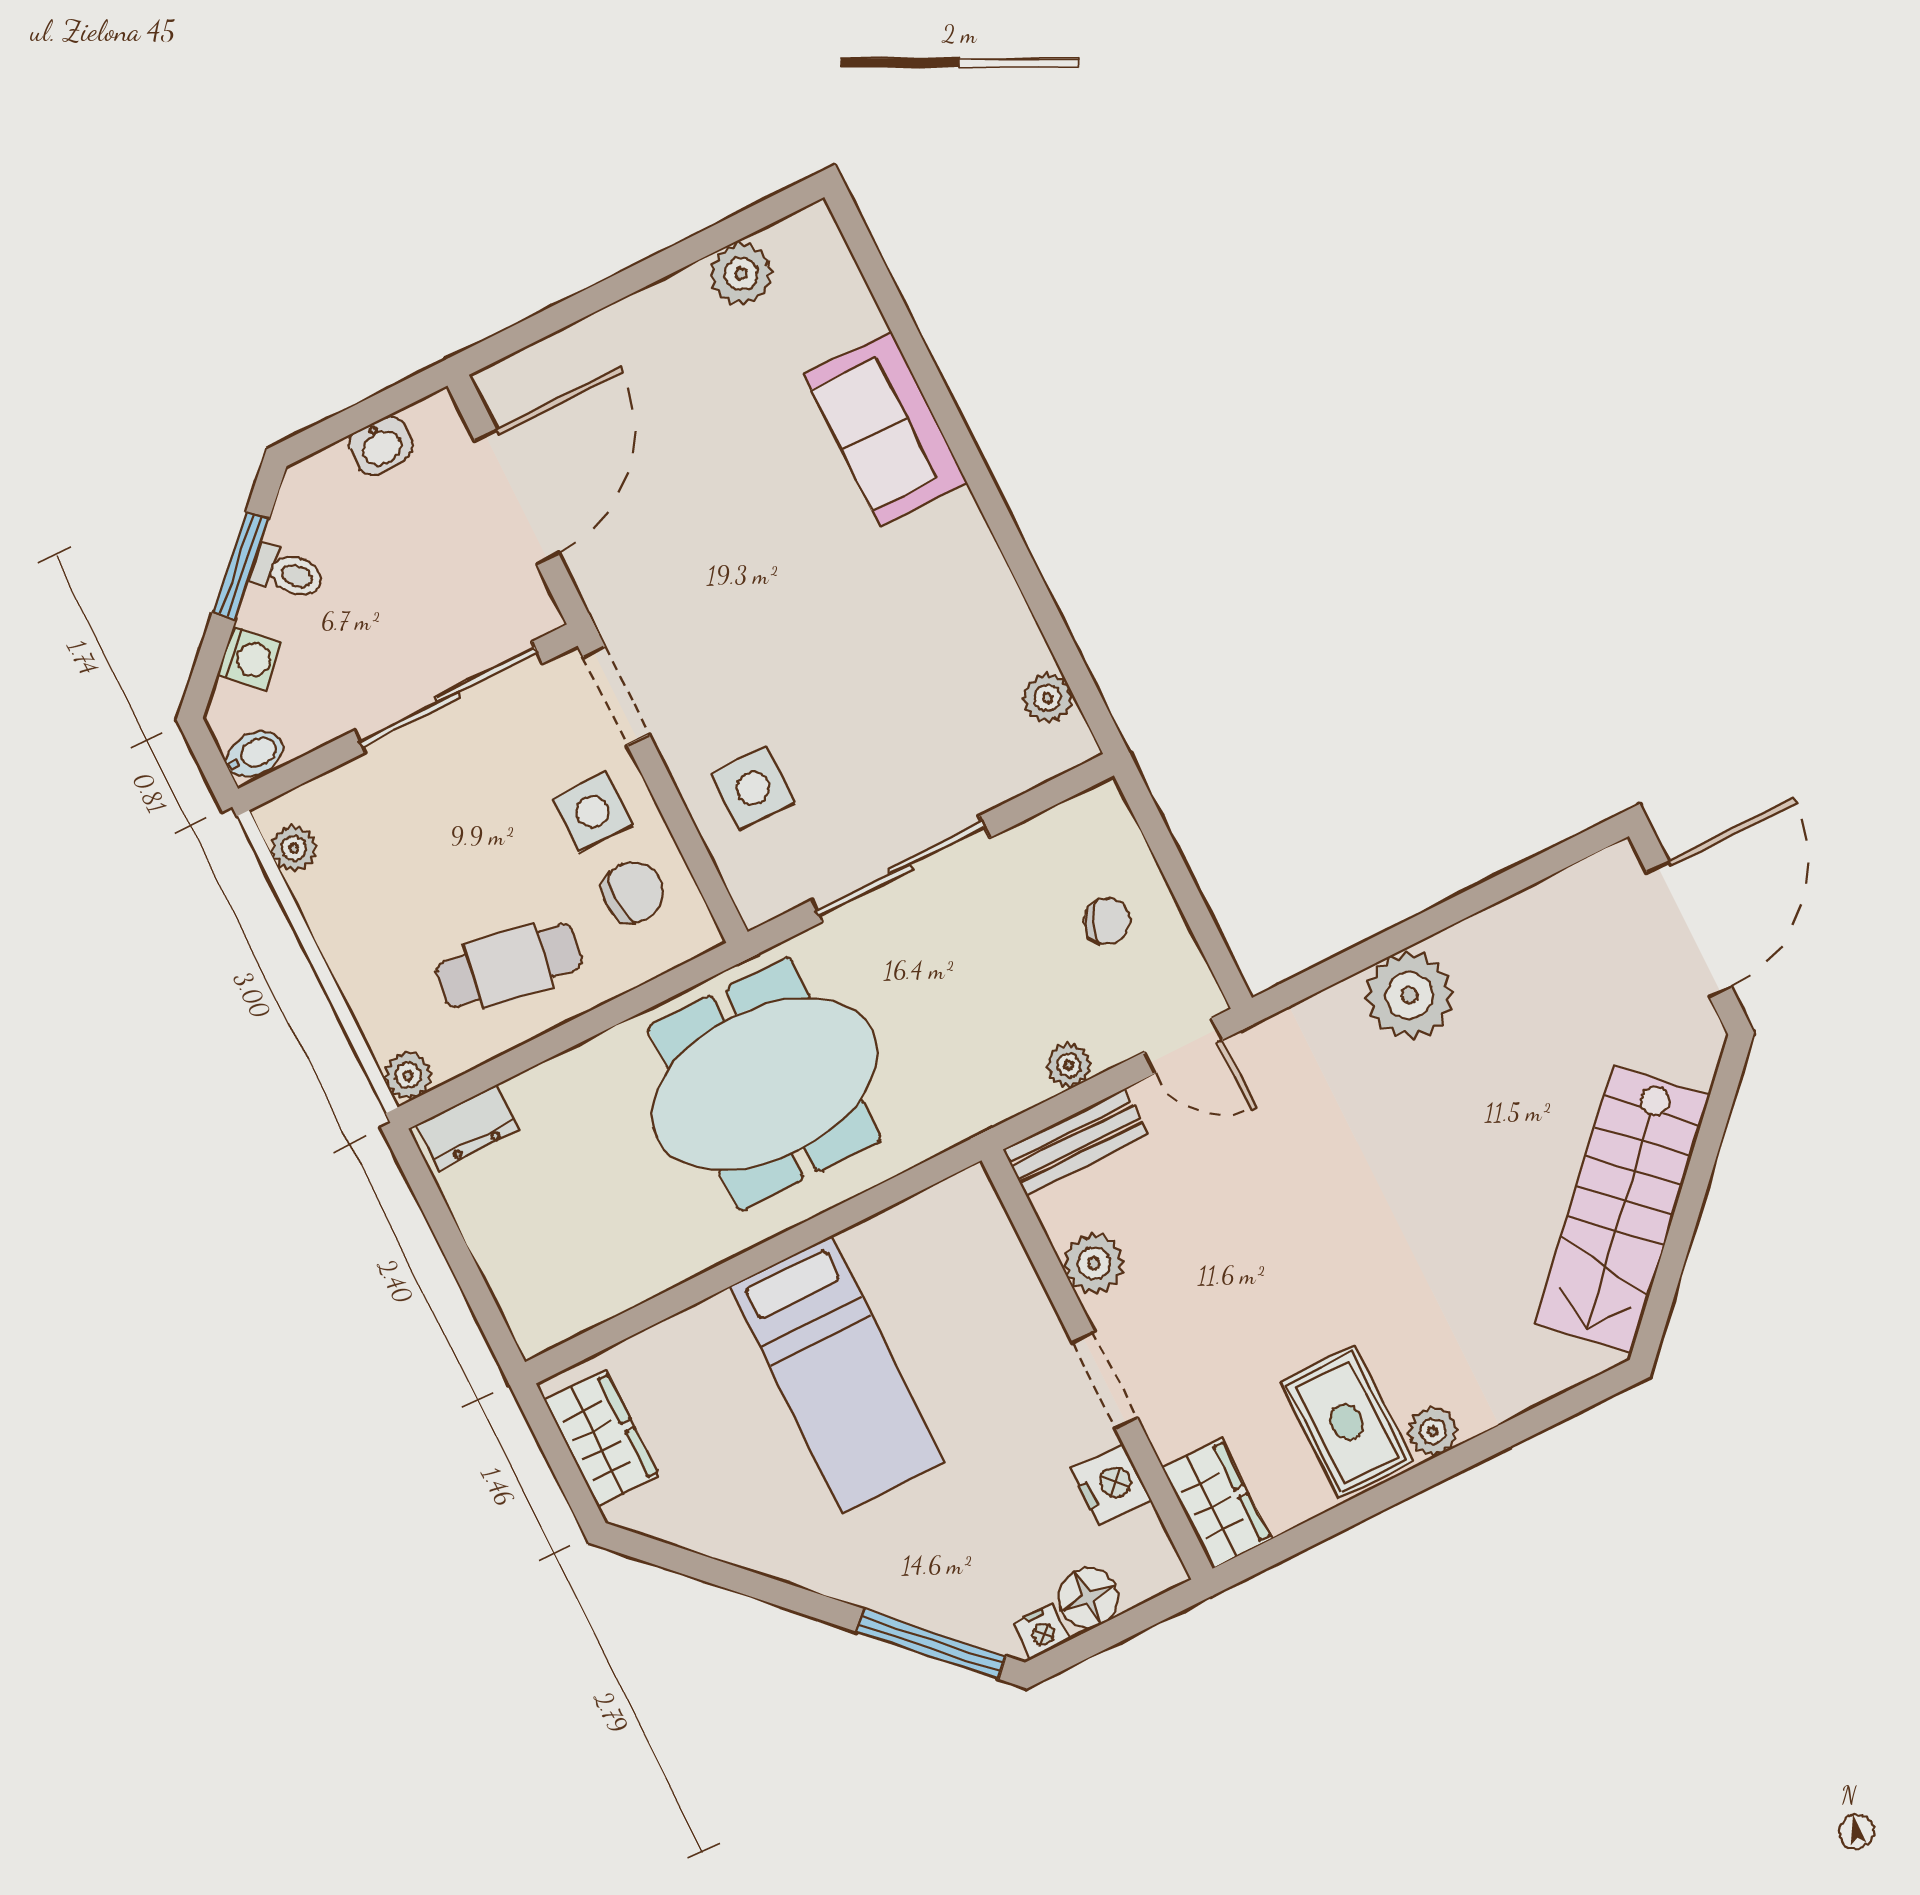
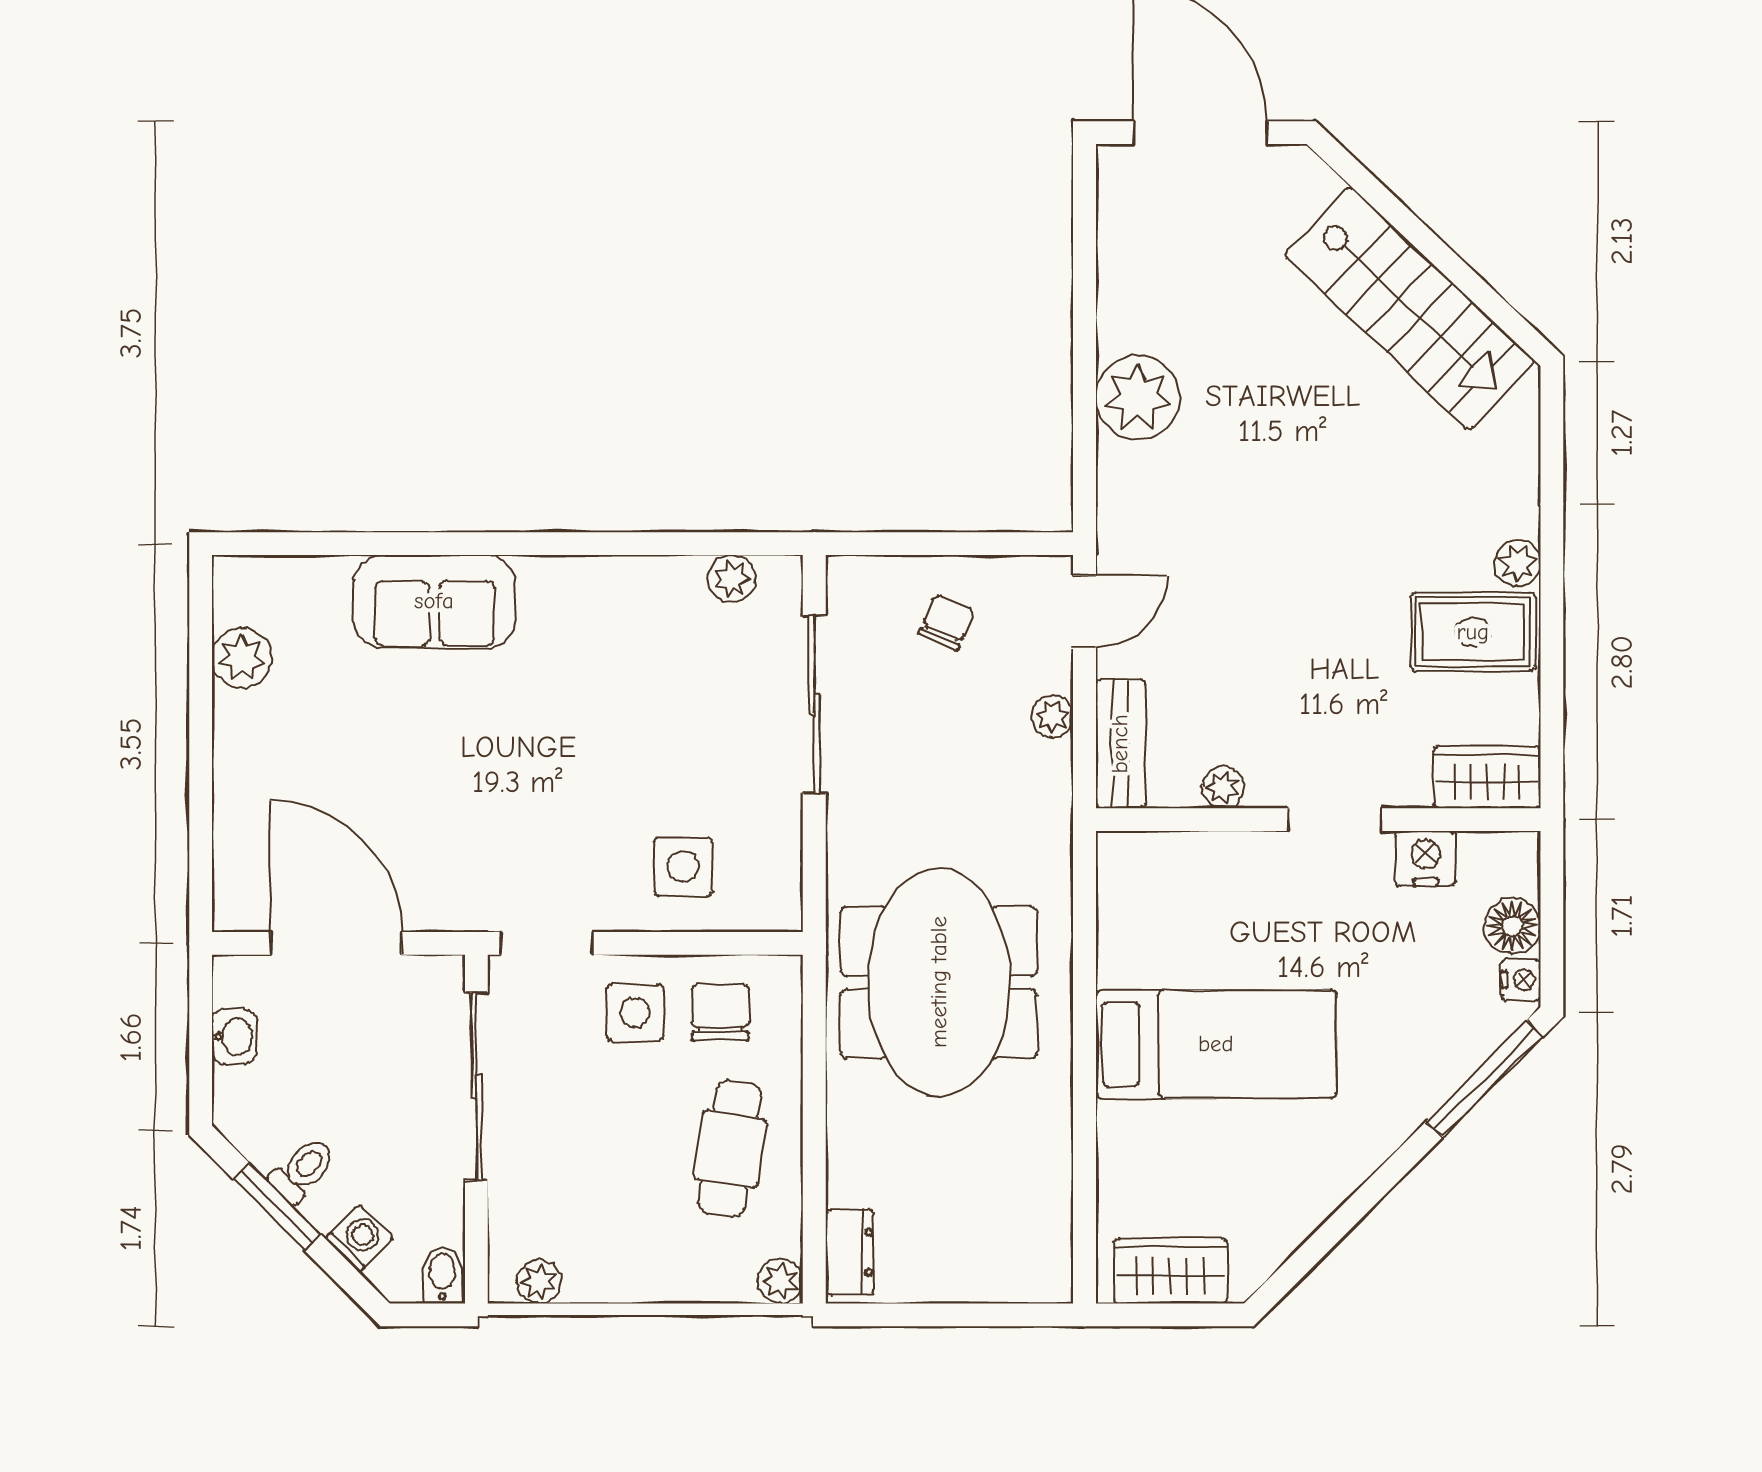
sliding door: (900, 869) -> (814, 704), moved
plant: (1094, 1263) -> (1223, 787), width x0.73, depth x0.73

